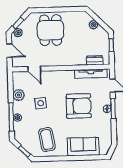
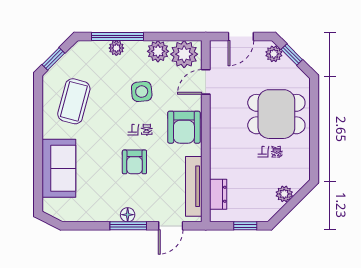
armchair: (59, 80) -> (184, 127), added
plant: (20, 81) -> (184, 54), added
armchair: (79, 106) -> (134, 162), width x0.53, depth x0.53
coffee table: (47, 140) -> (74, 101), turned -66

